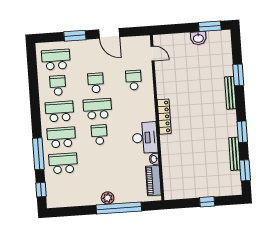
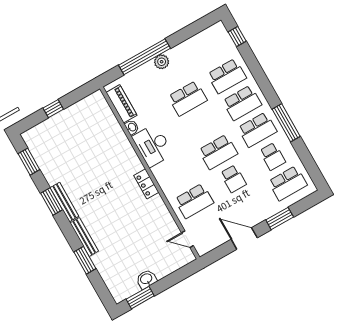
school desk: (134, 80) -> (194, 201), width x1.85
locker: (164, 117) -> (146, 184), width x0.66
school desk: (99, 135) -> (188, 98), moved, width x1.85
window: (38, 154) -> (286, 123), moved
bench: (235, 154) -> (64, 202), moved

